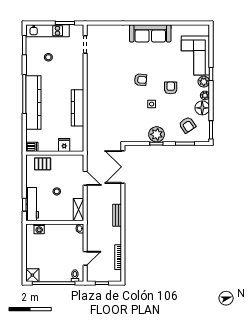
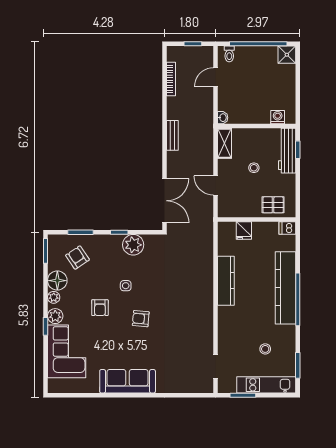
plant: (157, 134) -> (133, 245), moved

